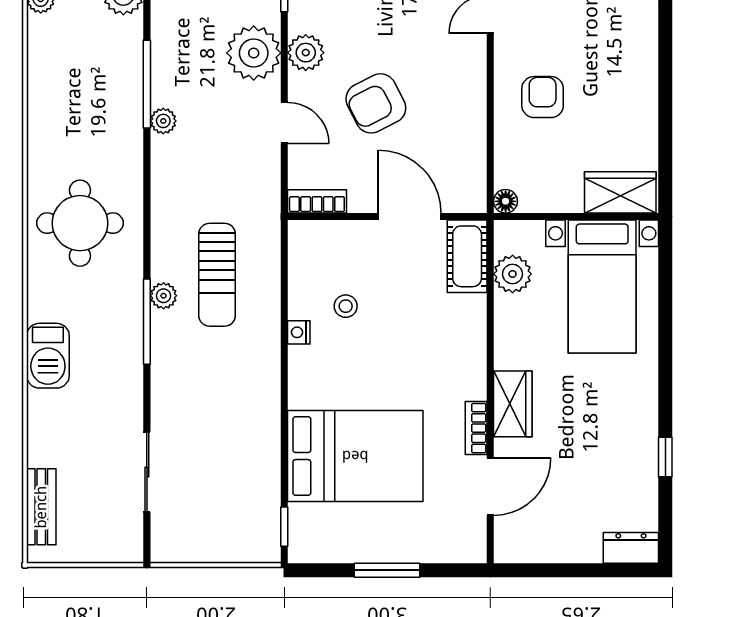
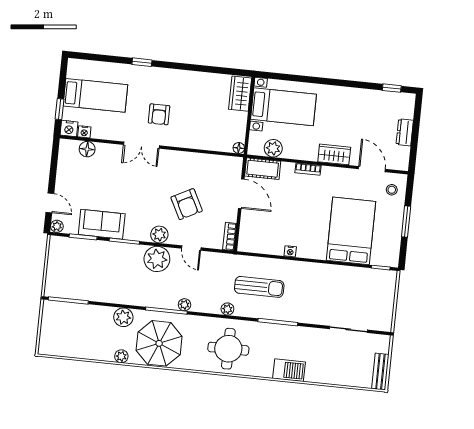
parasol: (76, 76) -> (159, 343), added
armchair: (543, 97) -> (159, 114), moved, turned -90
door: (284, 123) -> (191, 248), swing flipped
door: (410, 217) -> (241, 194), swing flipped
plant: (164, 296) -> (227, 309), moved
stool: (346, 306) -> (392, 190), moved
bookcase: (476, 428) -> (308, 169), moved
window: (665, 457) -> (392, 88), moved
bench: (41, 507) -> (380, 372), moved, turned 90
dresser: (631, 548) -> (405, 132), moved

